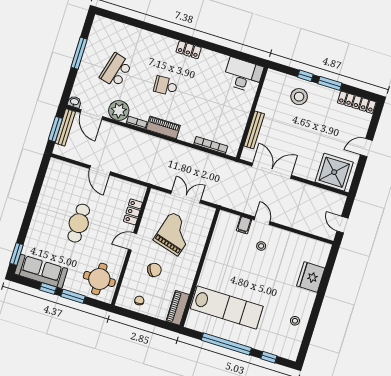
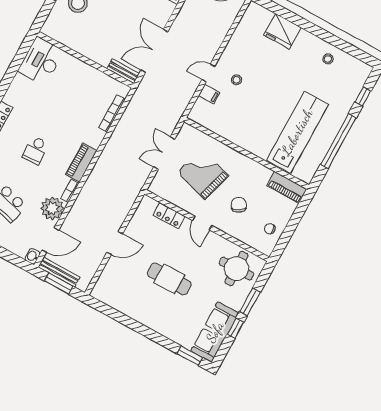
bench: (254, 130) -> (123, 71), moved, width x0.73

